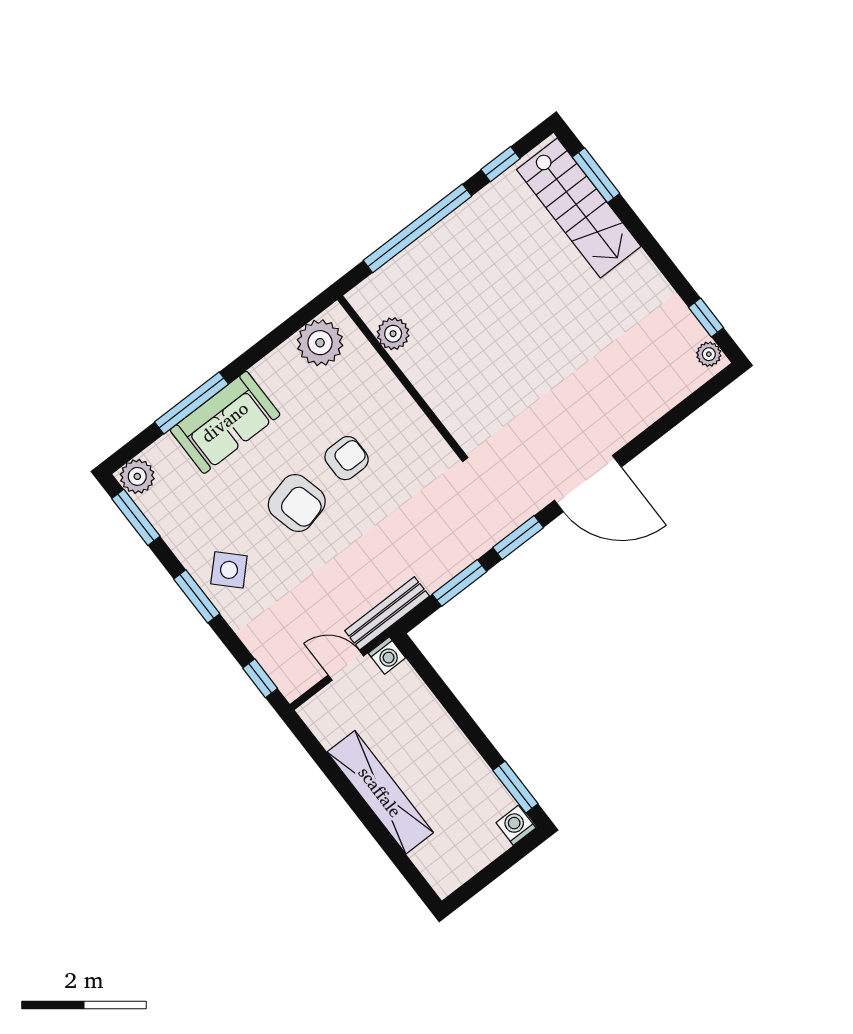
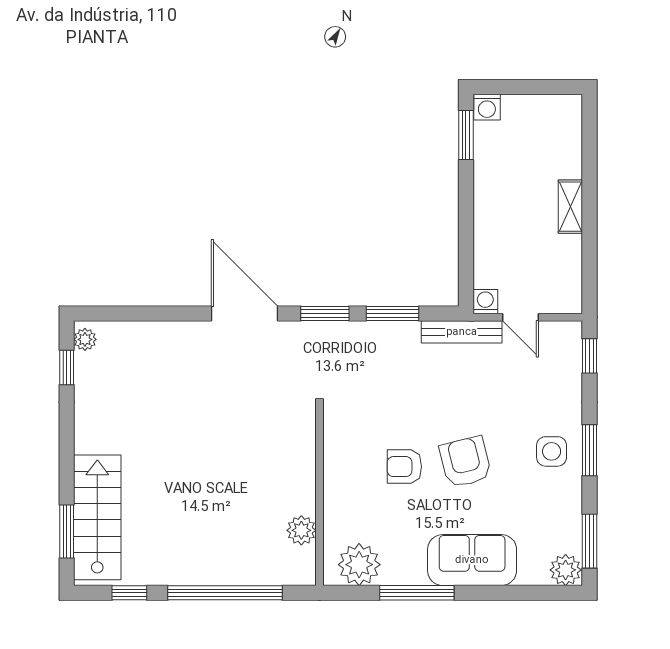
window: (191, 403) -> (417, 593), moved
side table: (229, 570) -> (552, 451), turned 45
shelving: (380, 792) -> (570, 207), width x0.45, depth x0.75

